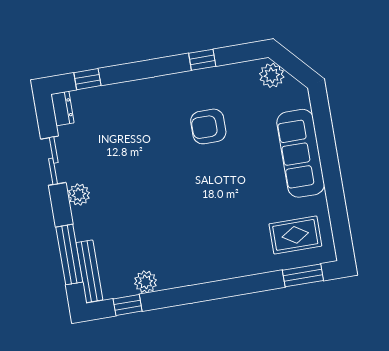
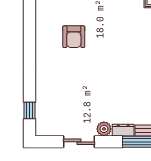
window: (202, 60) -> (29, 33), removed
dresser: (62, 108) -> (123, 130), moved

